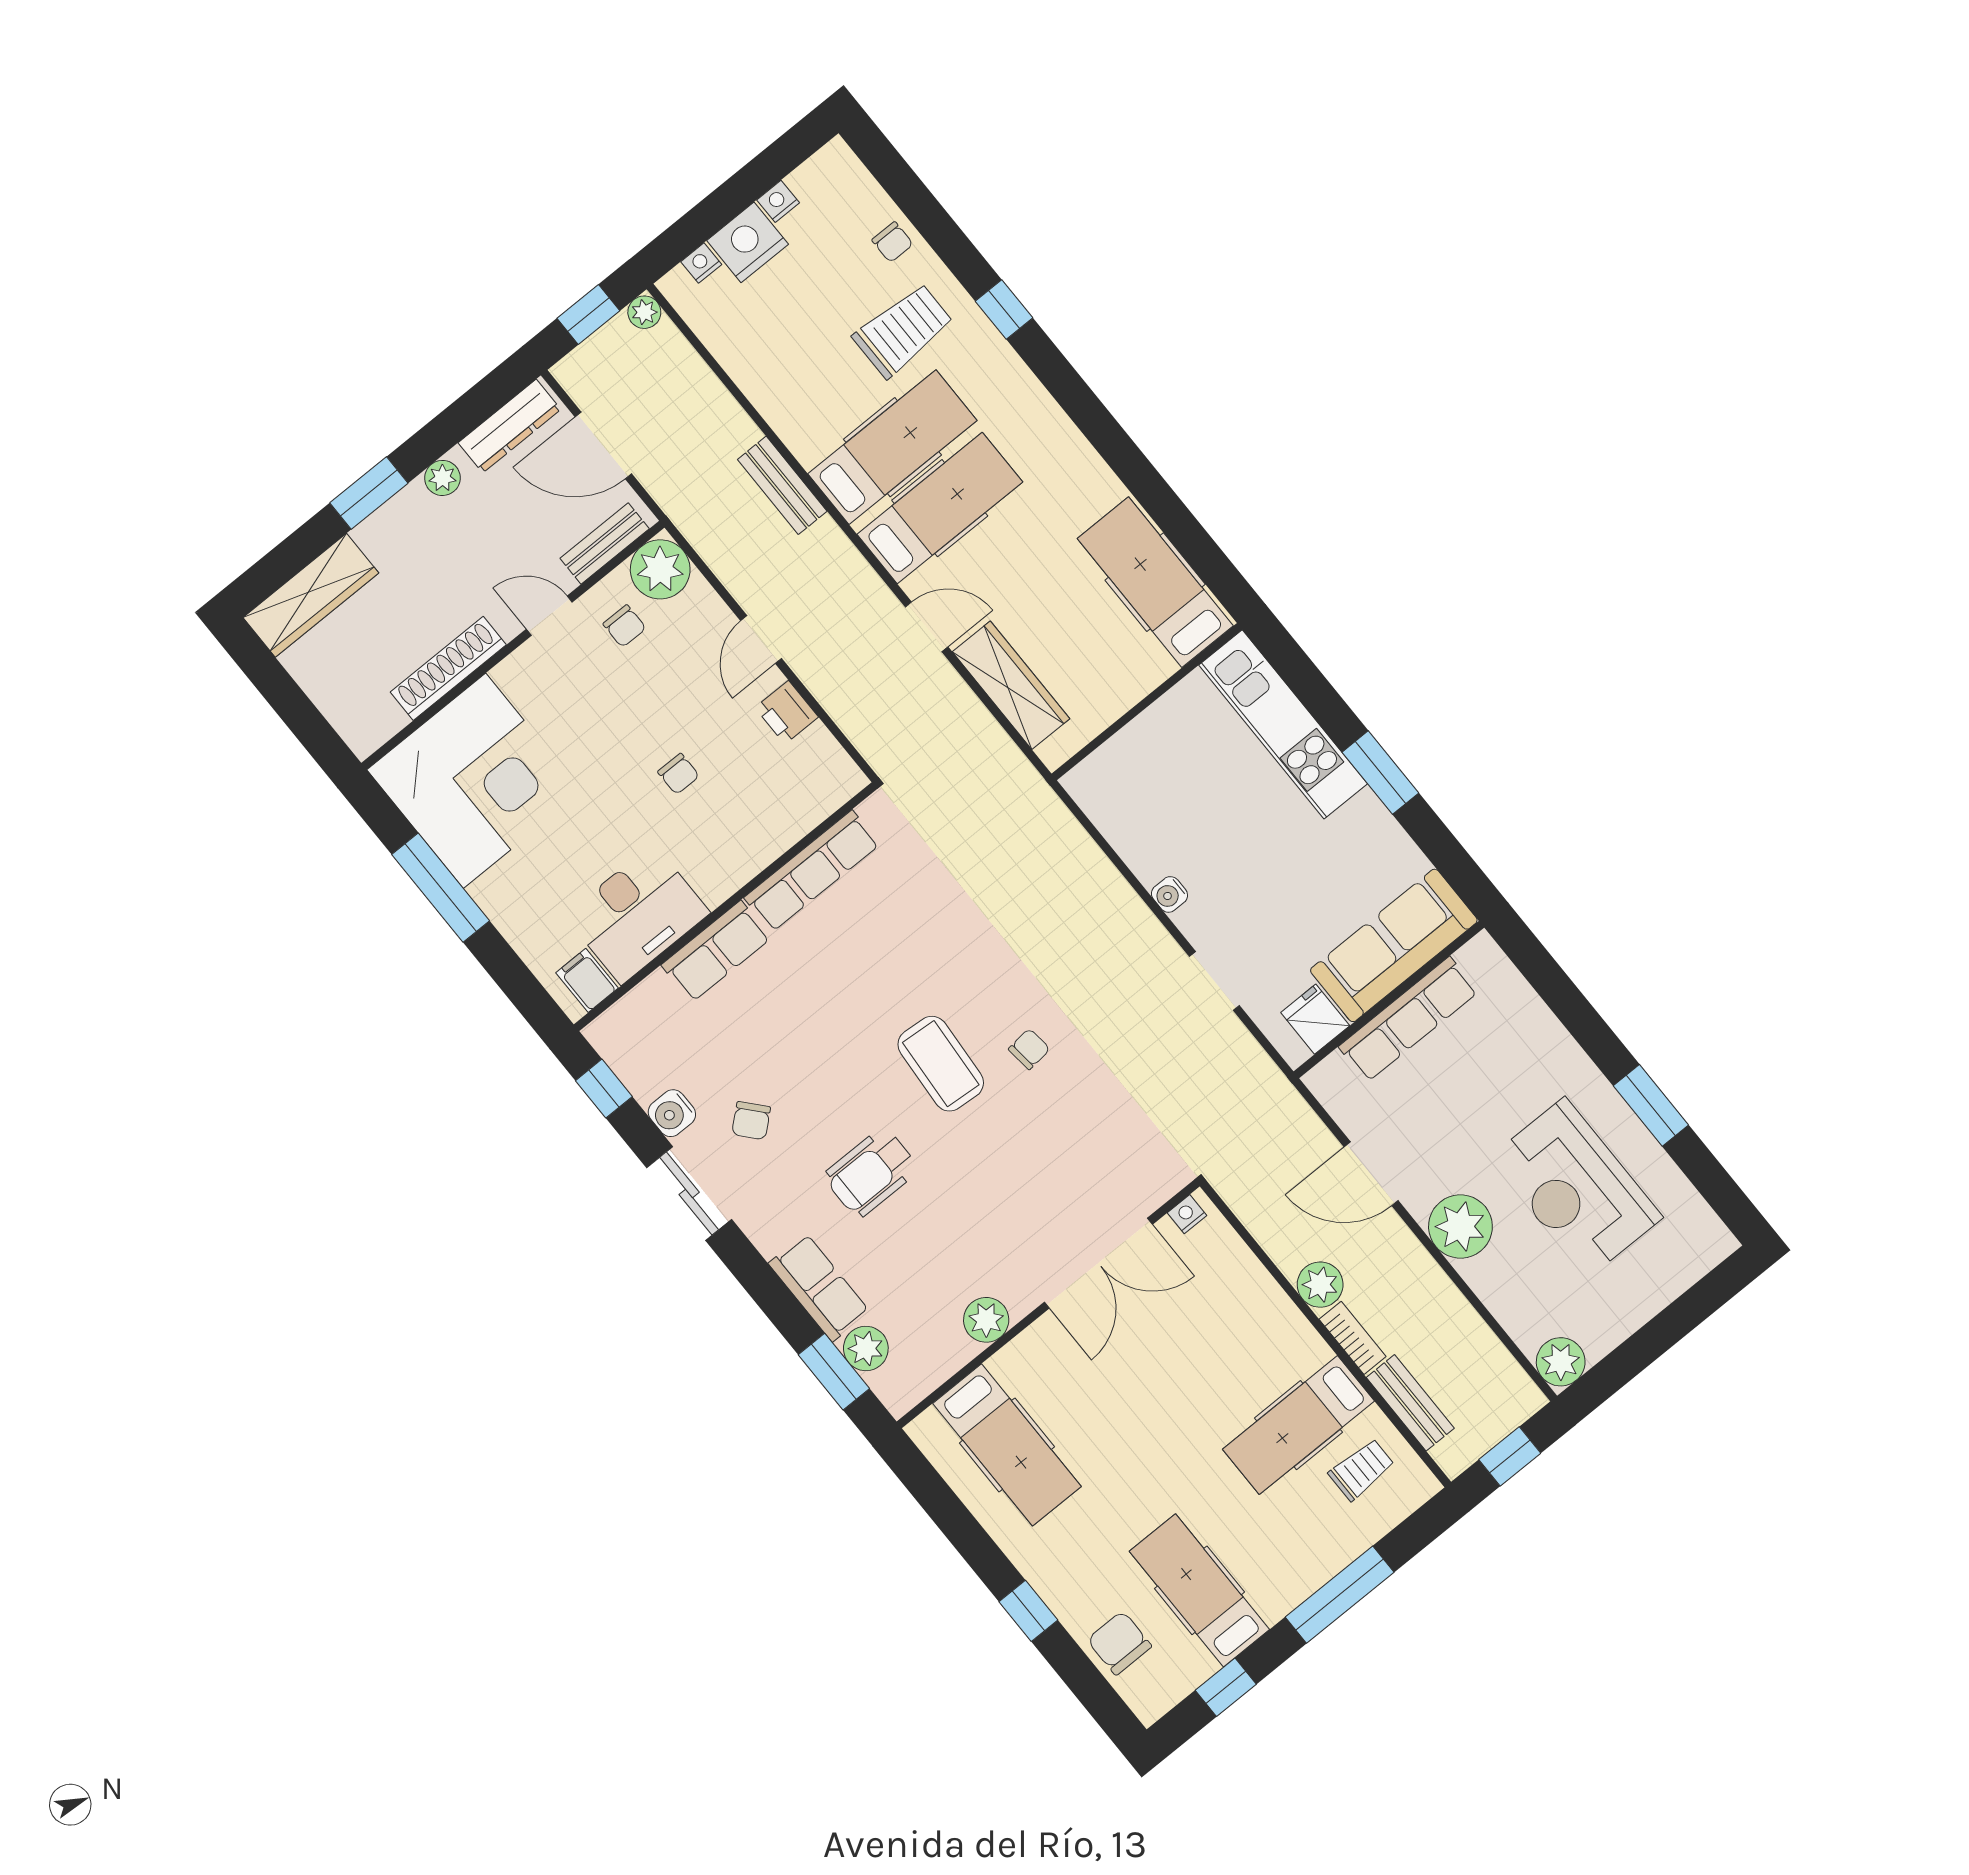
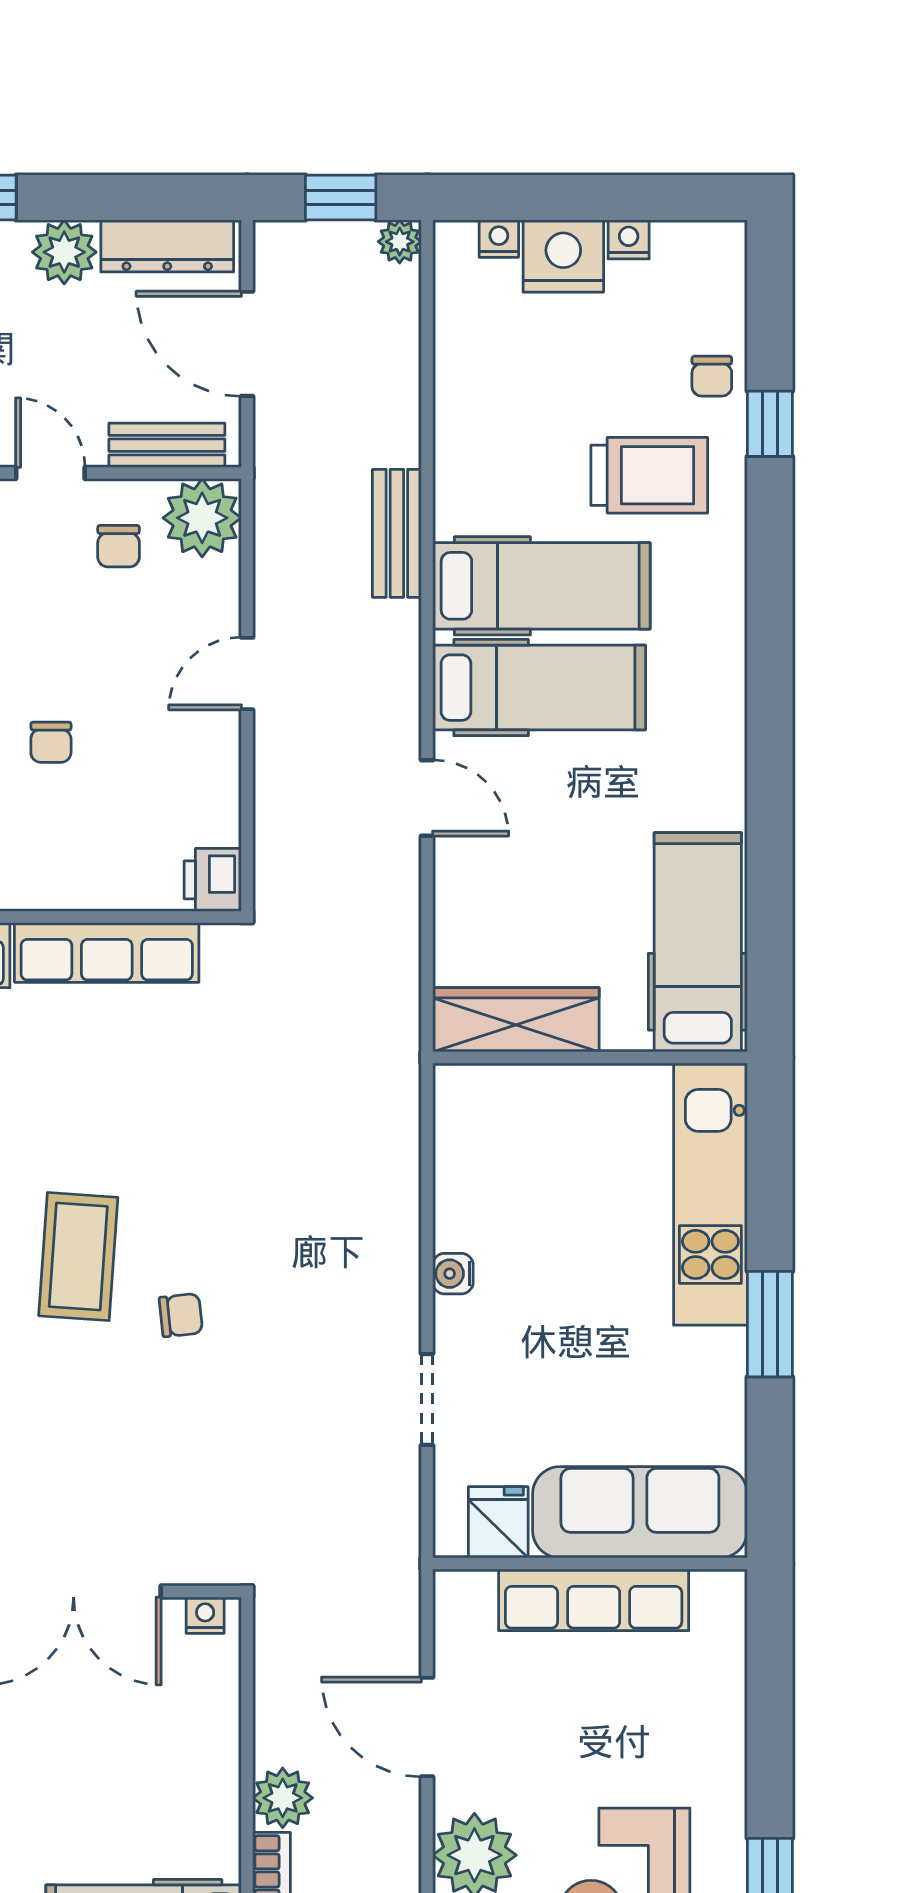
window: (1004, 309) -> (770, 424), moved
plant: (442, 478) -> (64, 252), width x1.38, depth x1.38
wardrobe: (1011, 685) -> (516, 1020), moved, turned -90
printer: (787, 712) -> (213, 880), moved

